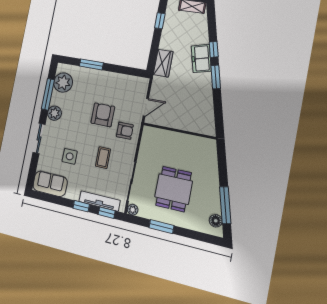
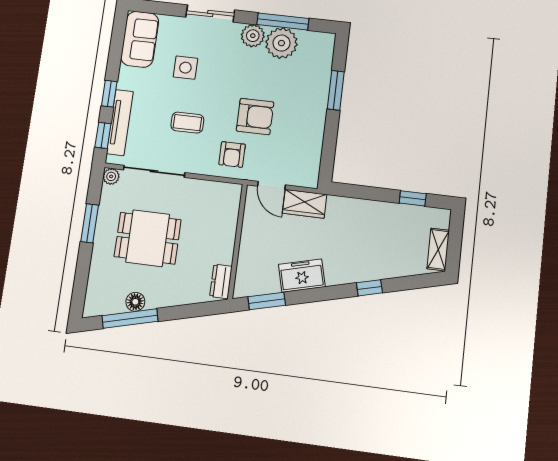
freezer: (201, 58) -> (302, 276), moved
wardrobe: (163, 63) -> (305, 204), moved
window: (216, 77) -> (267, 301), moved
plant: (63, 83) -> (281, 43), moved
dresser: (204, 143) -> (221, 281), added
floor lamp: (216, 221) -> (135, 302), moved

